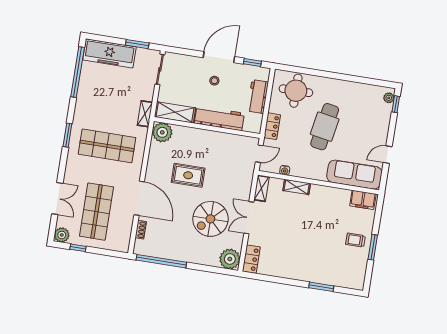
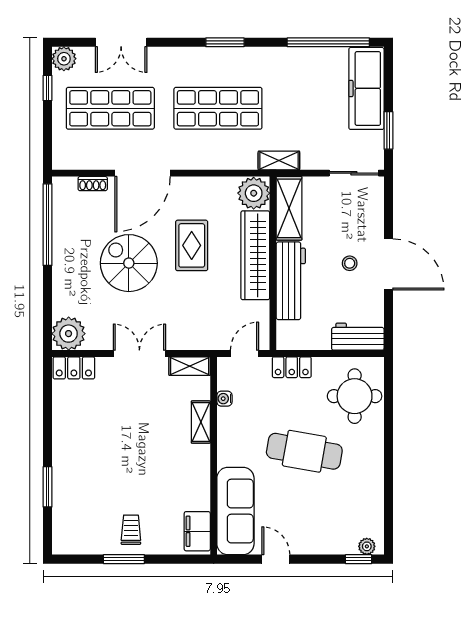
window: (252, 63) -> (388, 319), removed
workbench: (258, 97) -> (358, 337), moved
wardrobe: (200, 137) -> (255, 255), added
shop shelf: (107, 146) -> (218, 108), turned 90
door: (259, 154) -> (244, 354), swing flipped
spiral stairs: (210, 219) -> (129, 263), moved

